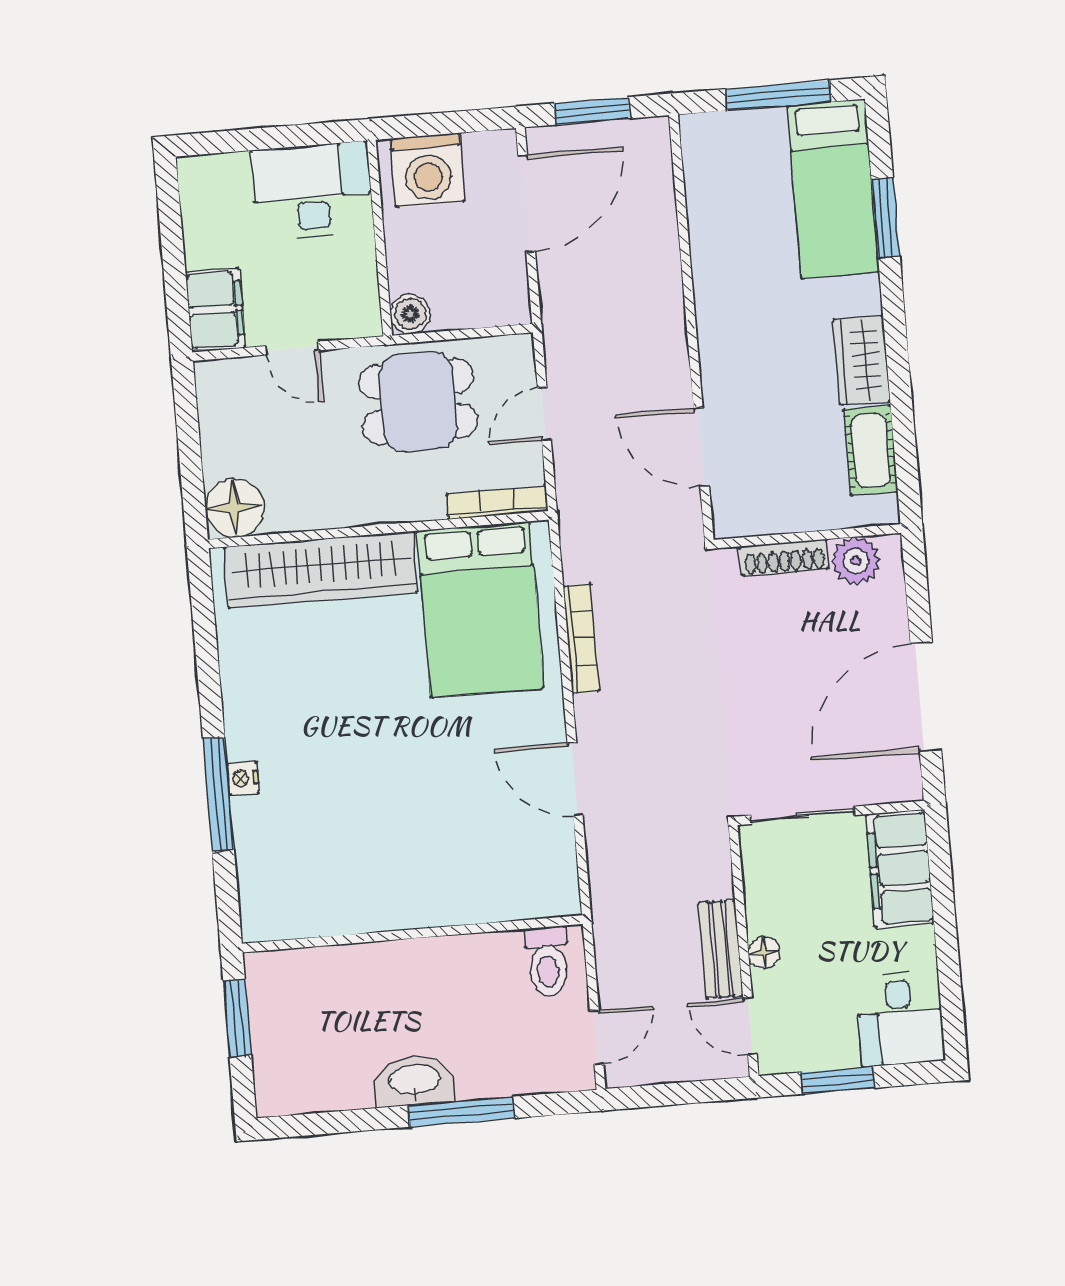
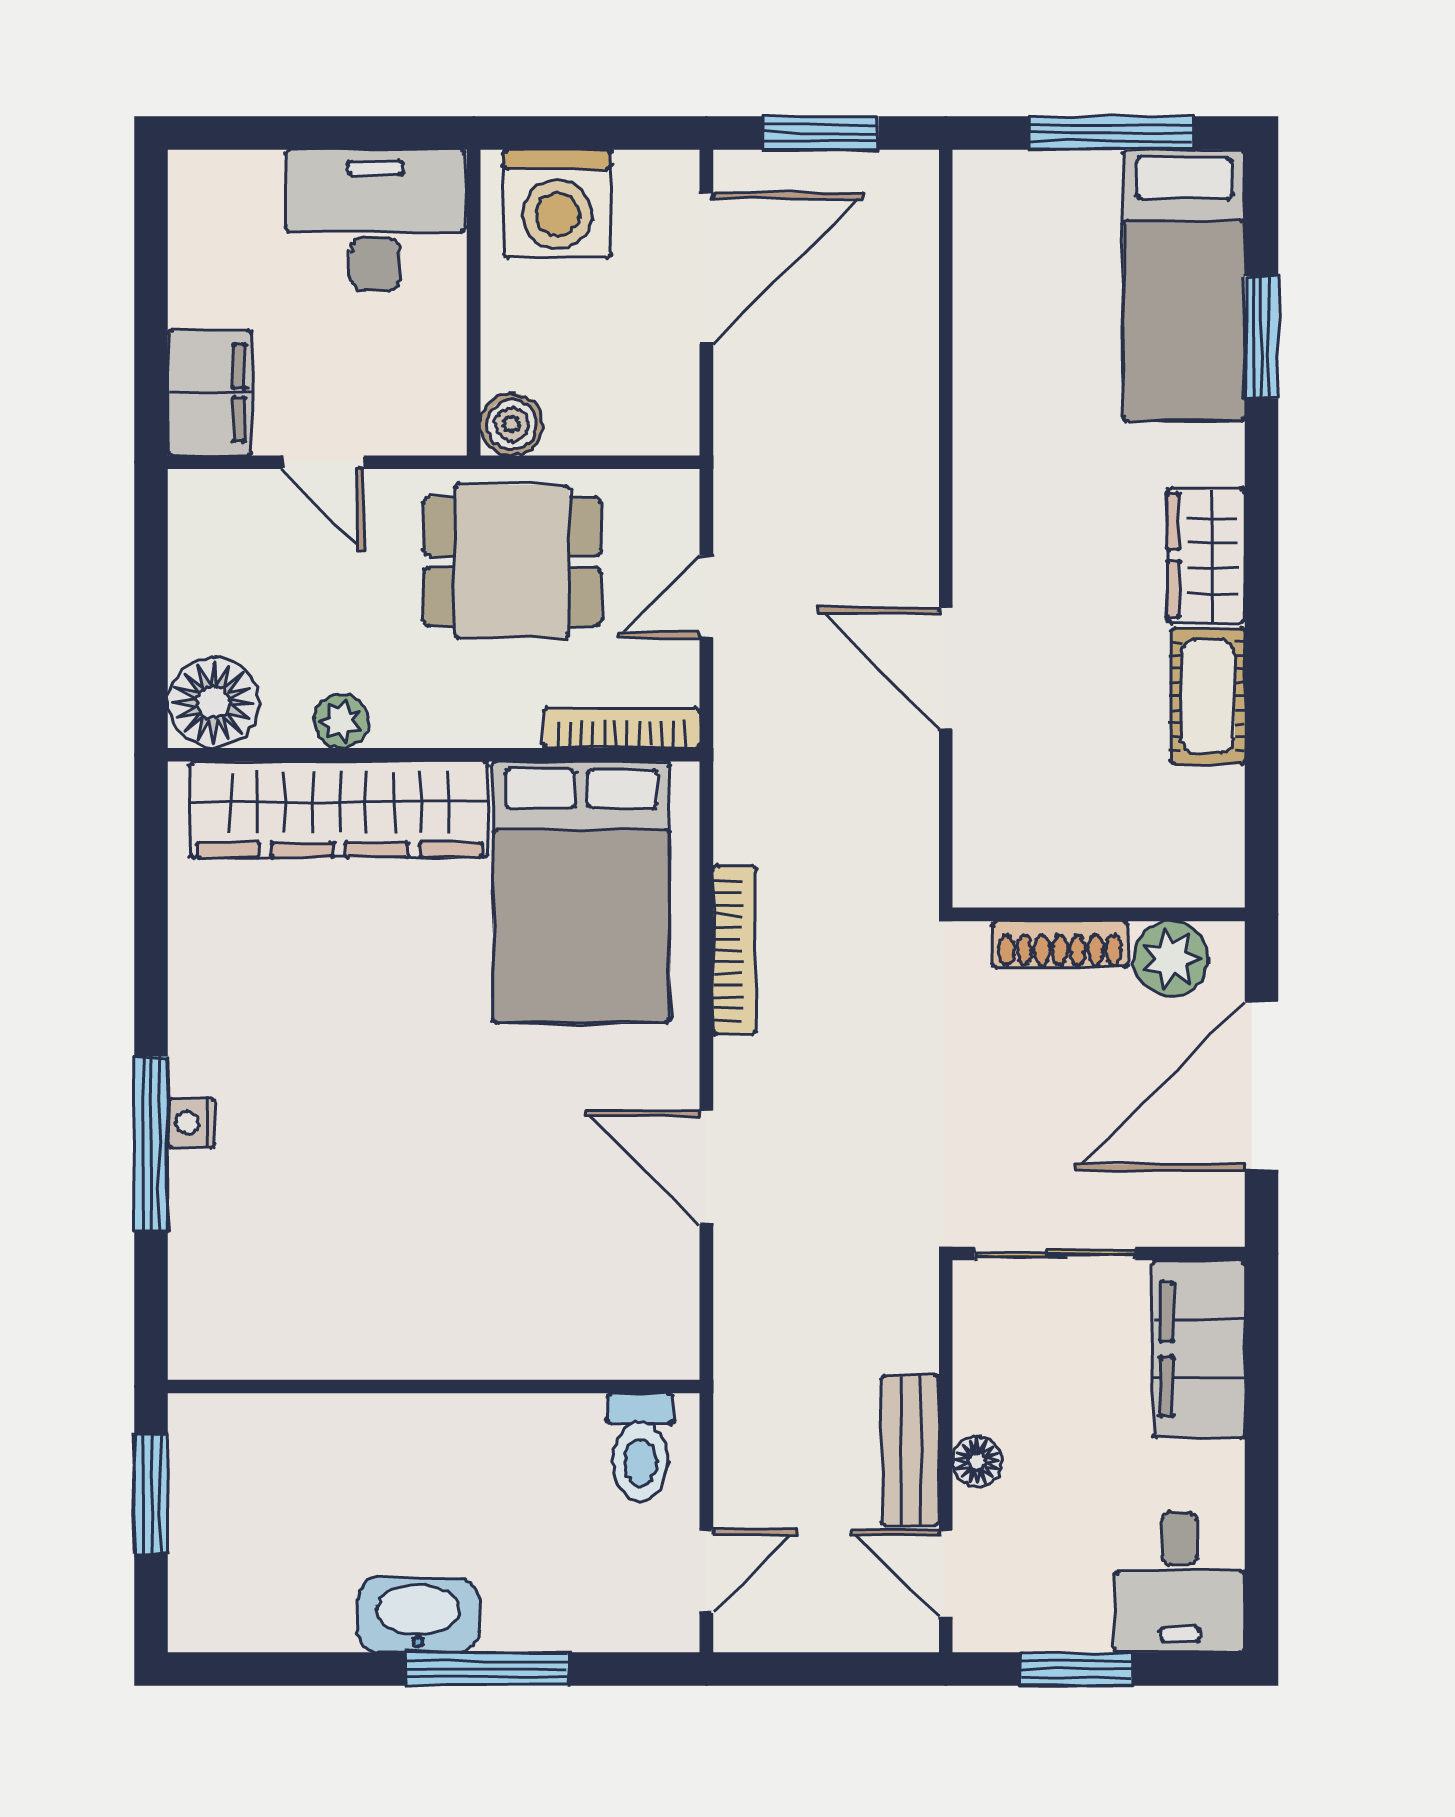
plant: (317, 513) -> (341, 721), added
wall: (807, 536) -> (1099, 914), moved
shoe rack: (784, 557) -> (1060, 944), moved
plant: (856, 561) -> (1171, 959), moved

